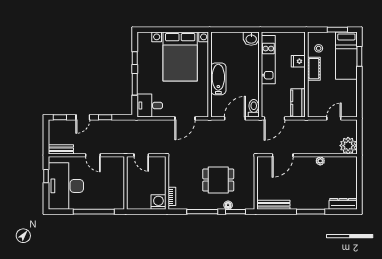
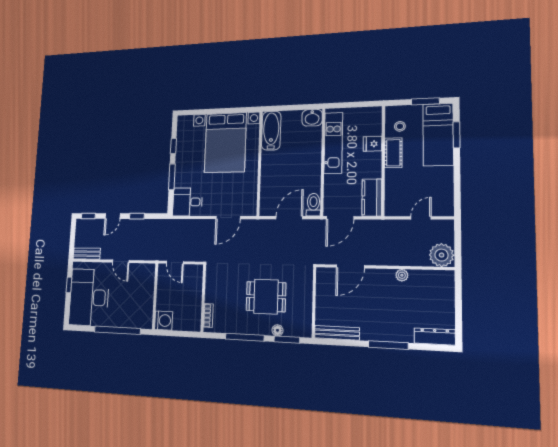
bathtub: (218, 79) -> (271, 131), moved
washing machine: (158, 202) -> (164, 320), moved, turned 90

